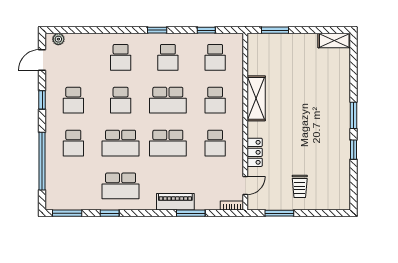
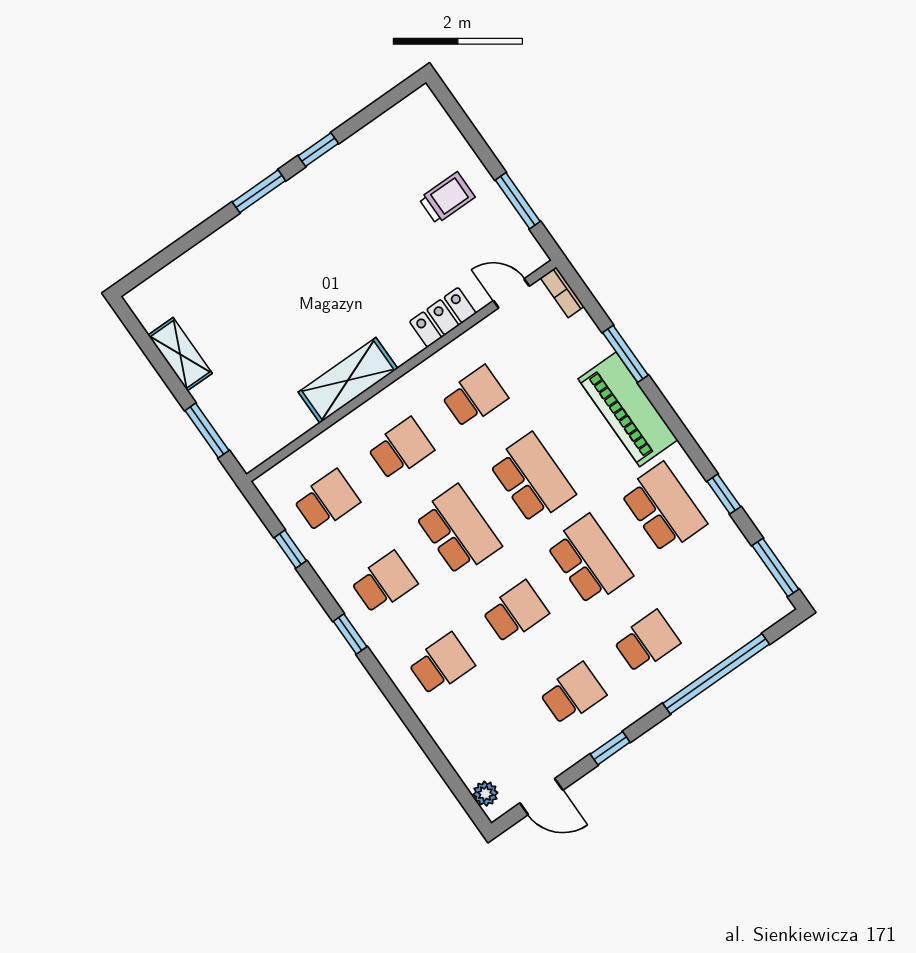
shelving: (334, 40) -> (180, 354), moved
piano: (175, 202) -> (628, 409), width x1.37, depth x1.33

